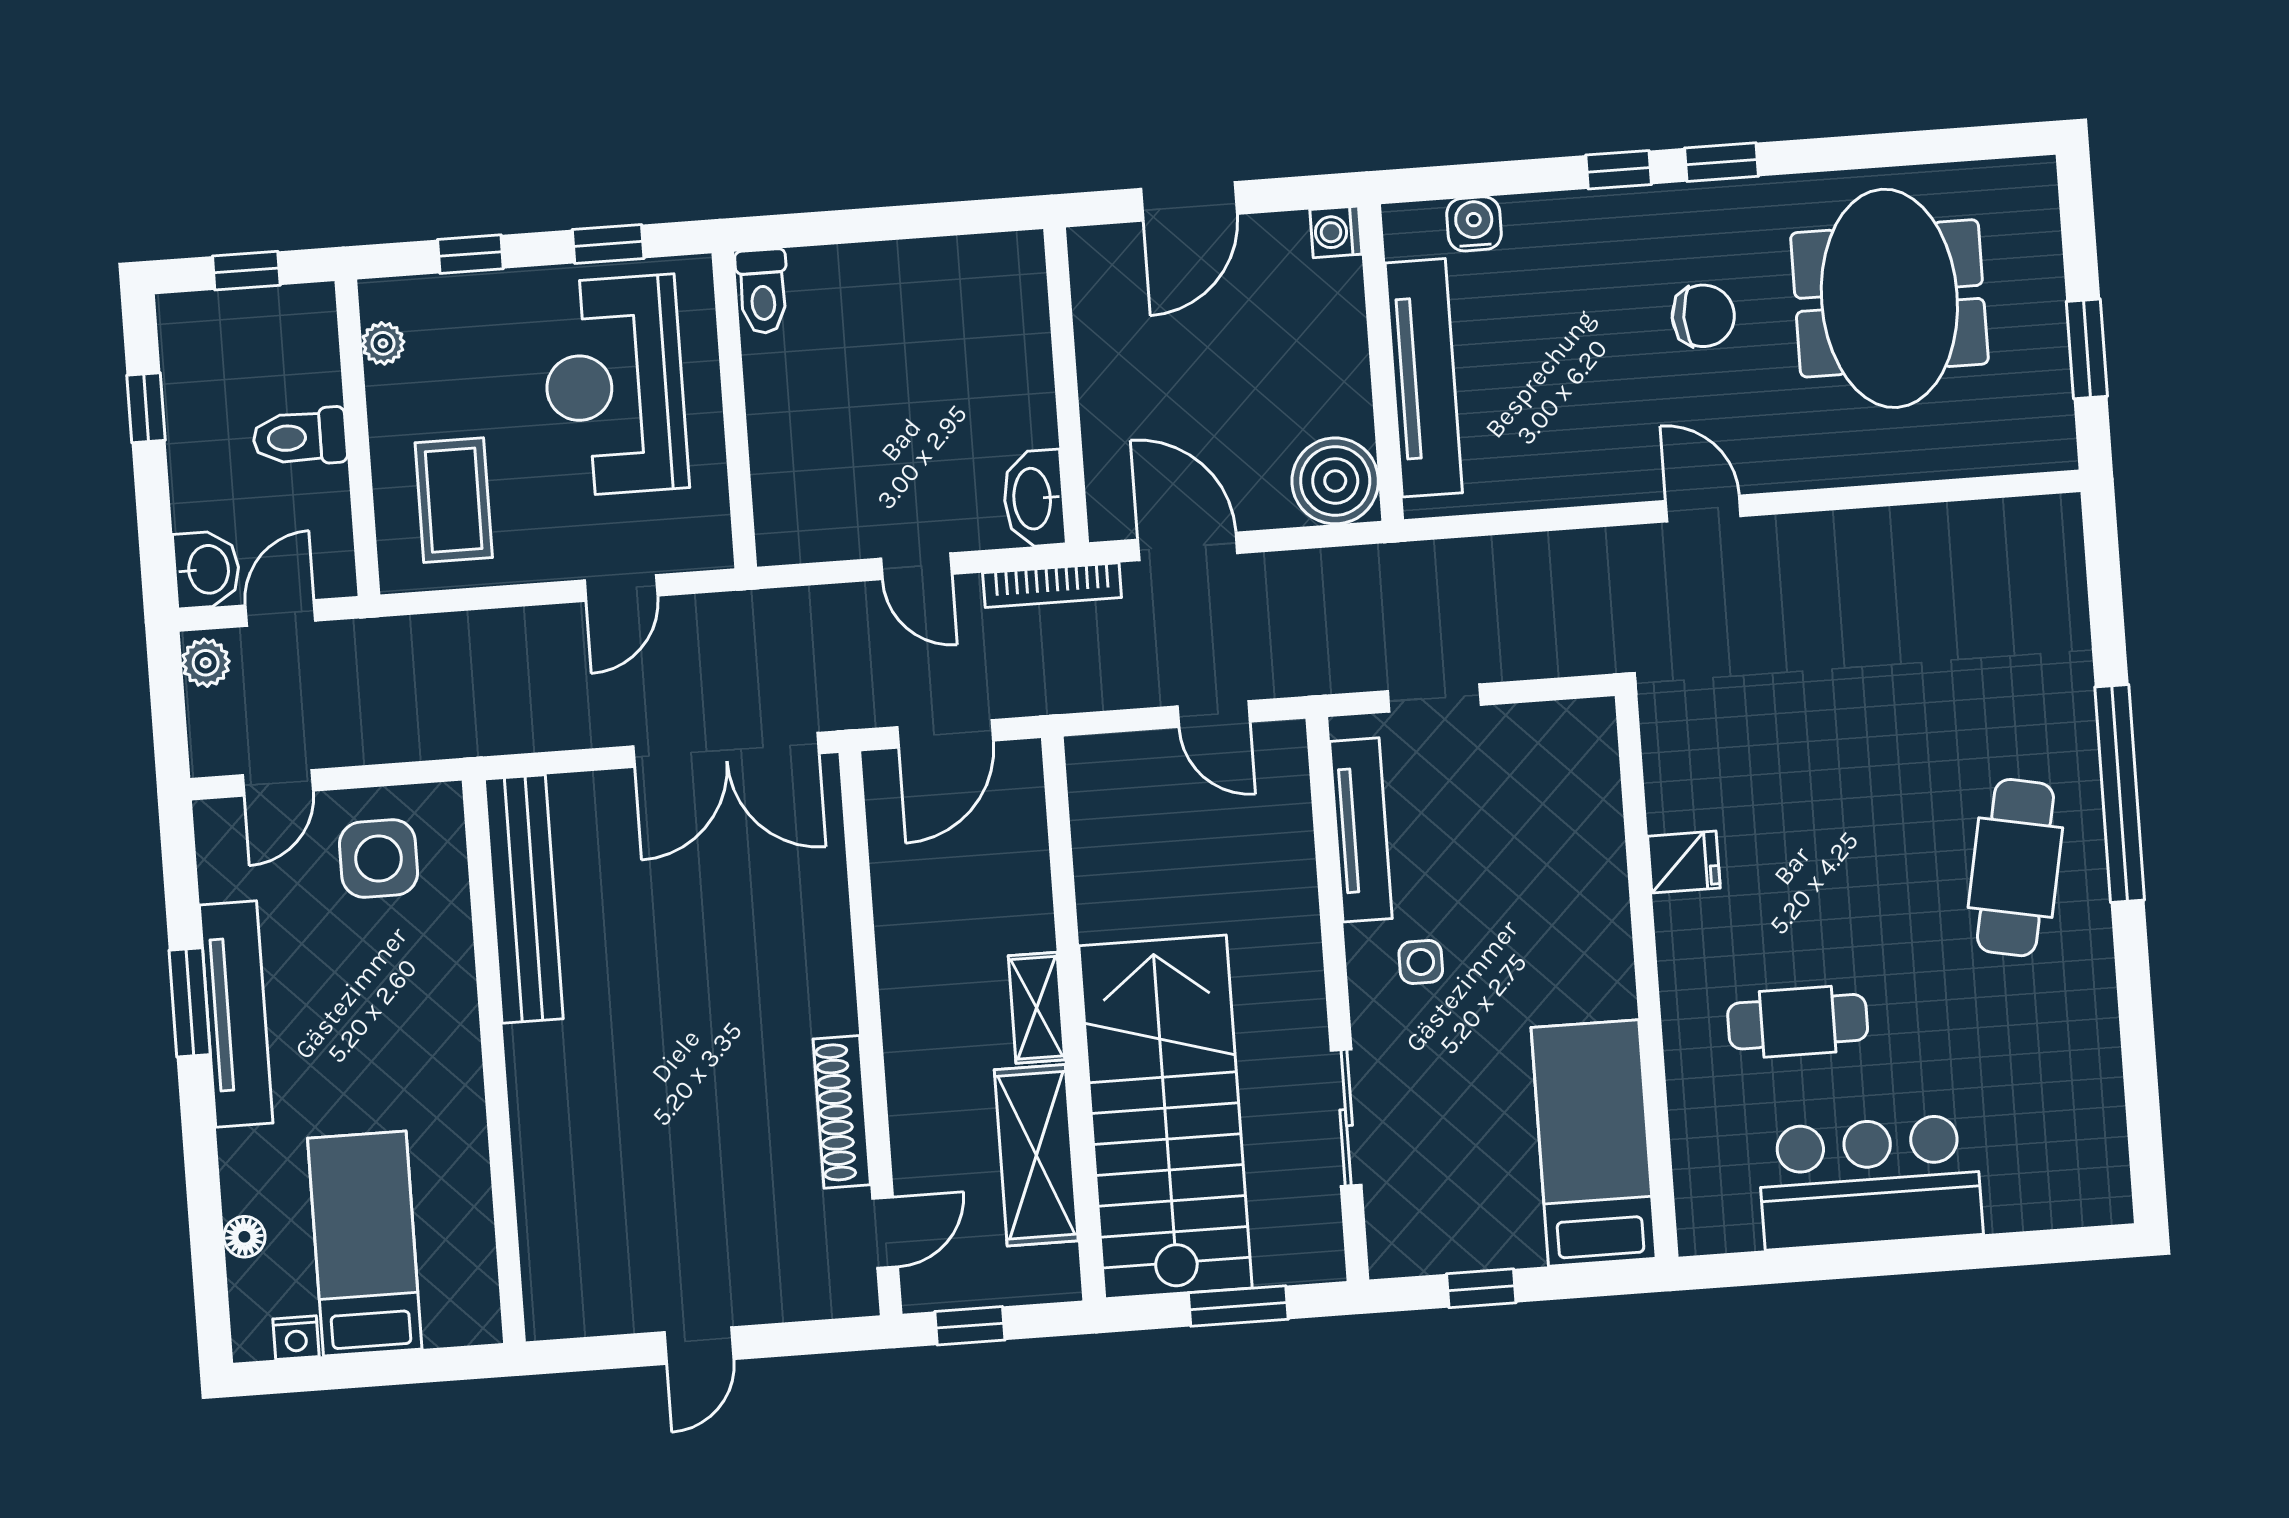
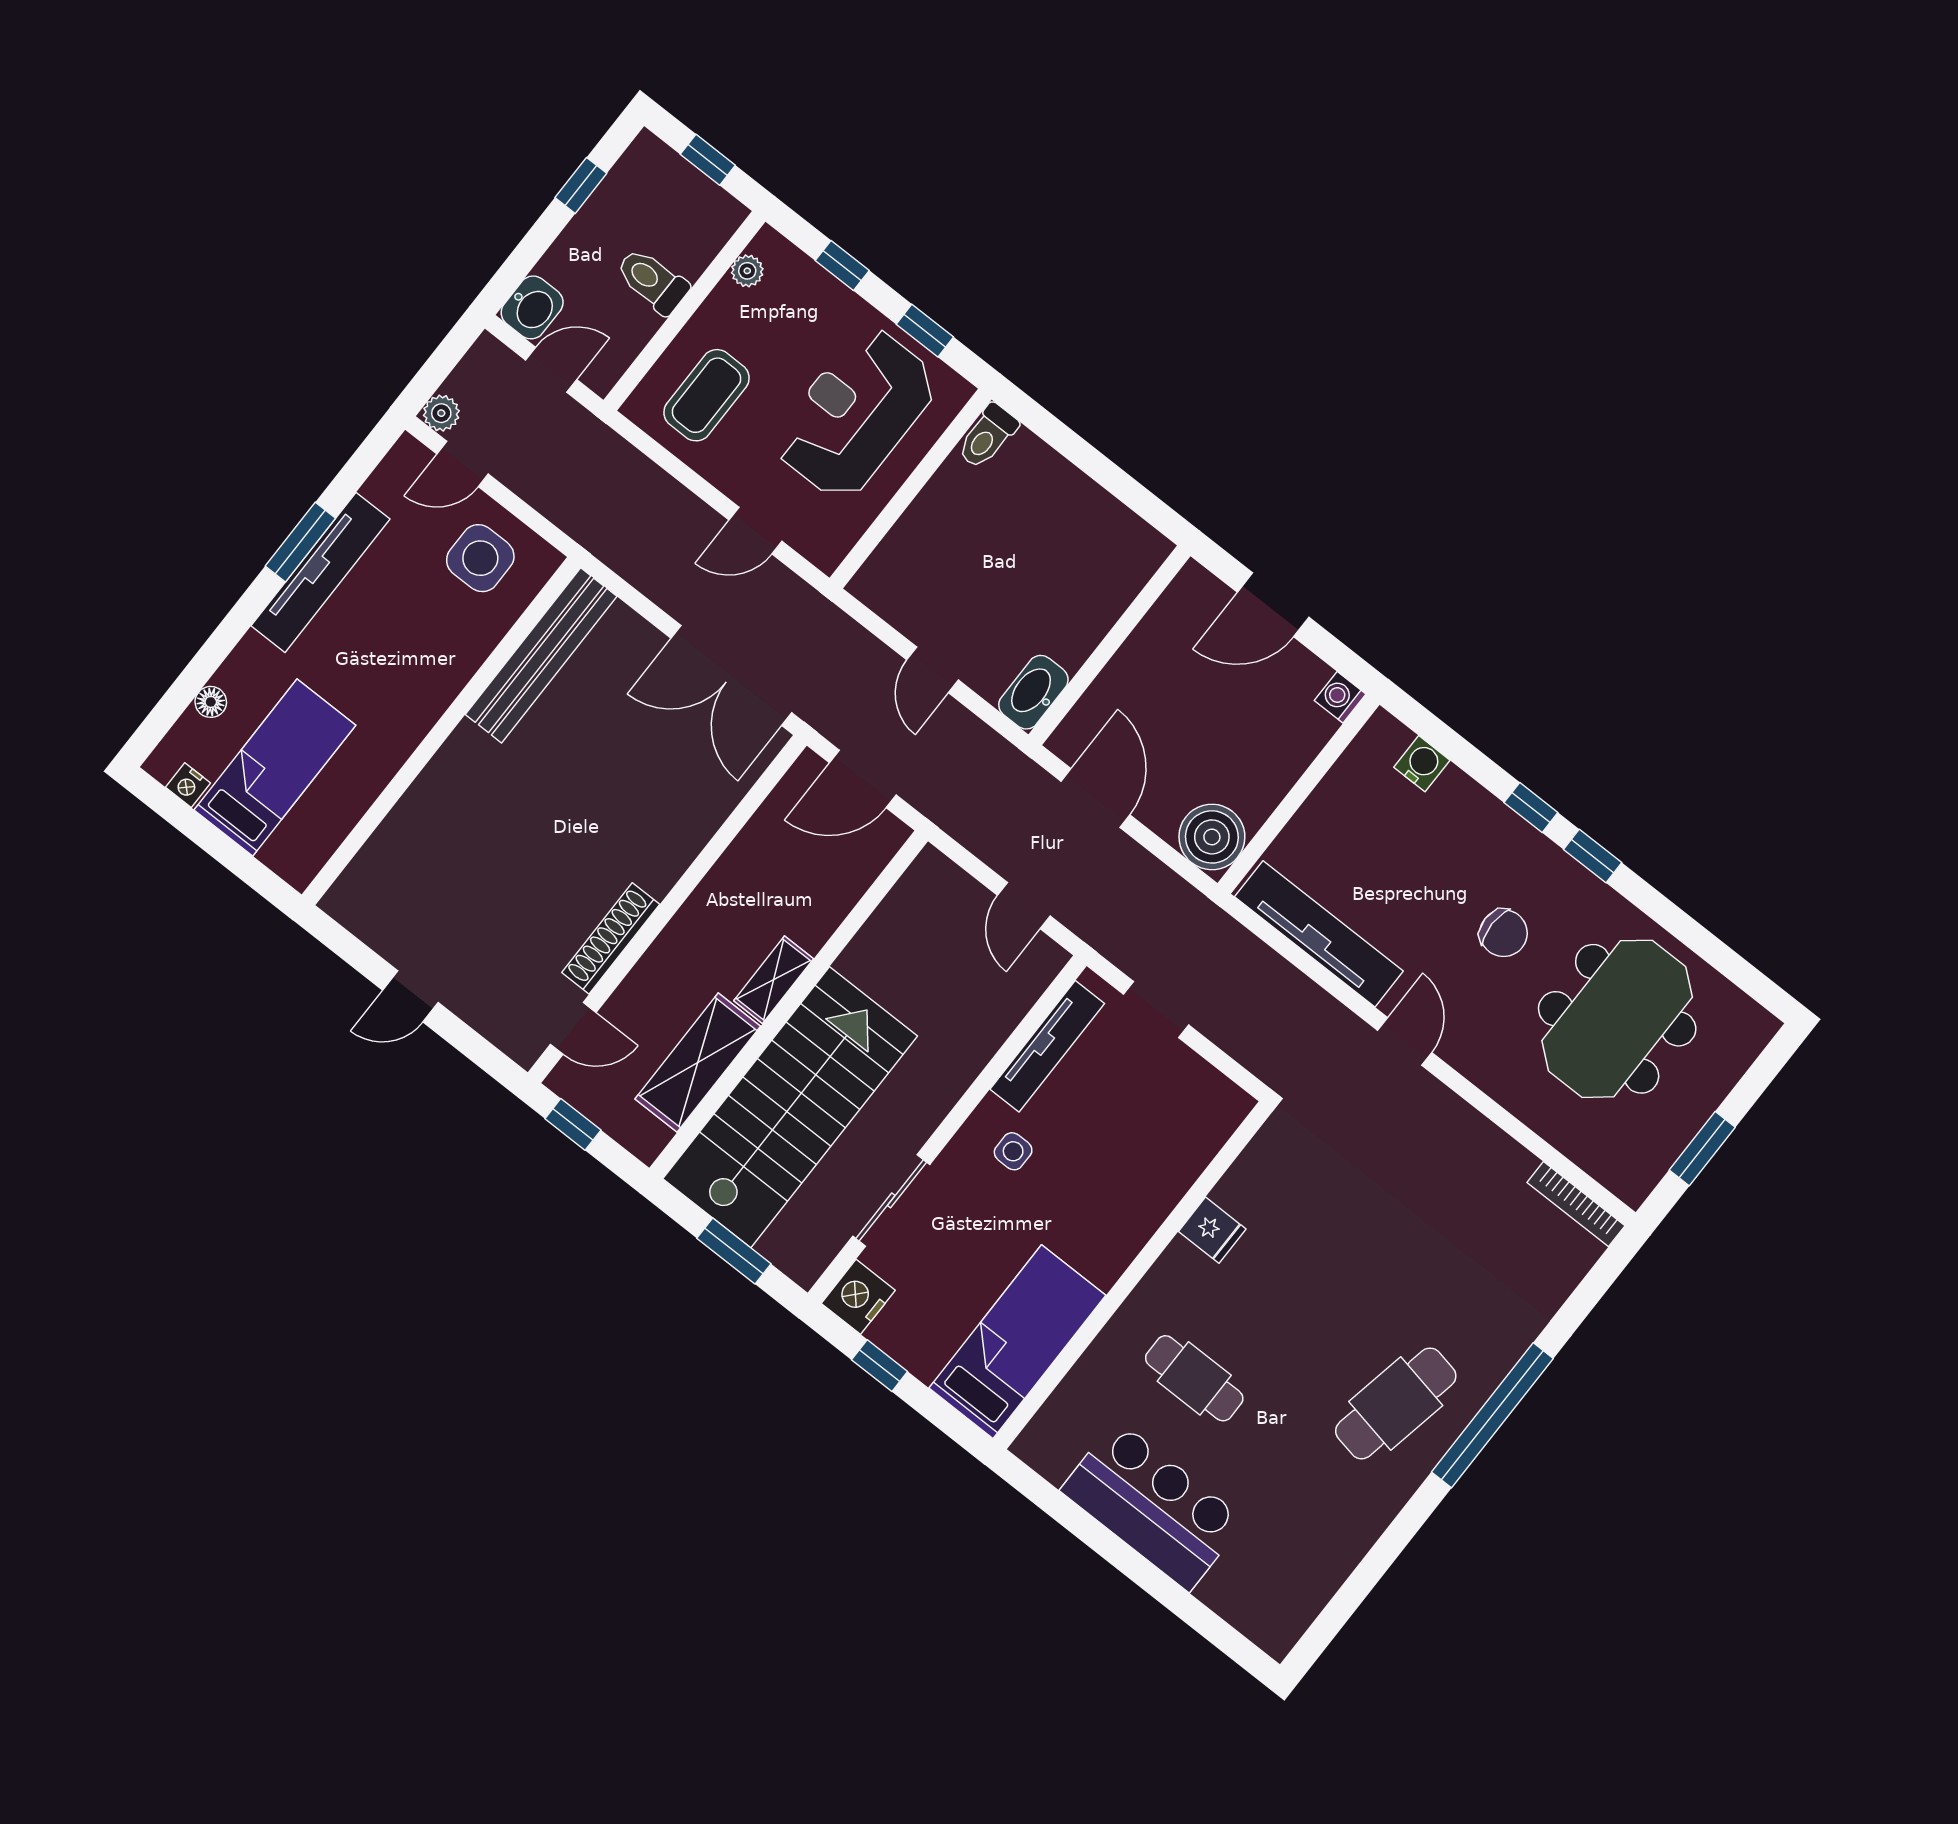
tv unit: (1424, 378) -> (1319, 934), moved, turned -90
bookcase: (1052, 585) -> (1576, 1204), moved
plant: (206, 663) -> (441, 413), moved
nightstand: (1400, 1240) -> (858, 1297), added

